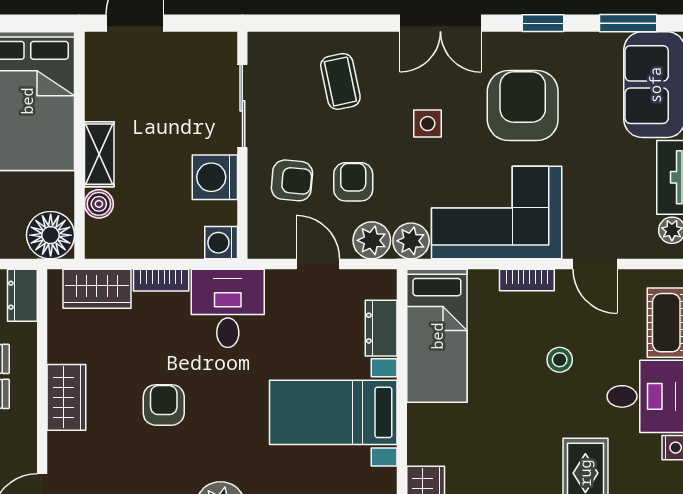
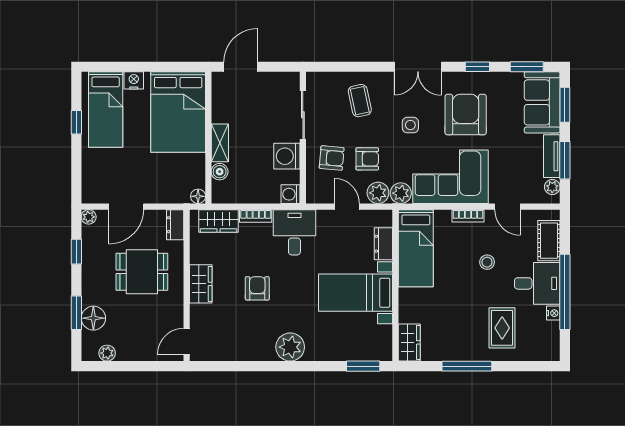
armchair: (353, 182) -> (367, 159), turned 90
floor lamp: (51, 235) -> (198, 196), width x0.53, depth x0.53

